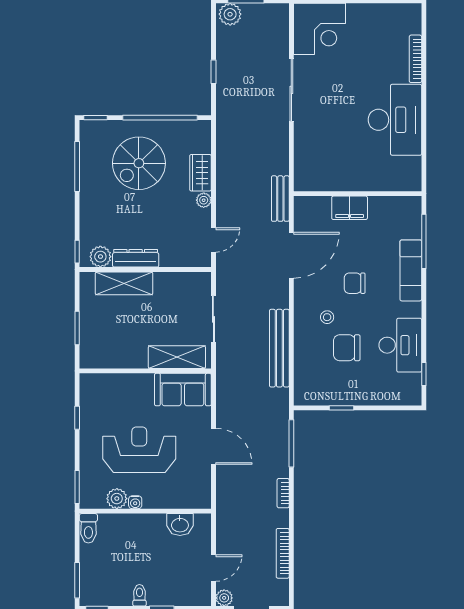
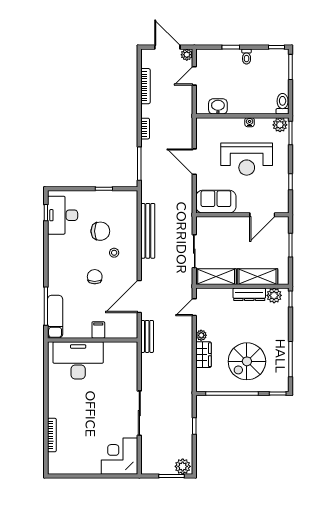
desk: (395, 120) -> (78, 360), moved, turned 90
spiral stairs: (139, 163) -> (247, 361), turned 180
filing cabinet: (350, 208) -> (98, 330), width x0.50
exam couch: (411, 270) -> (55, 317), moved
chair: (355, 283) -> (95, 277), turned -90
desk: (400, 345) -> (63, 215), moved
shelving: (177, 357) -> (216, 277), moved
door: (117, 371) -> (262, 215), added
plant: (117, 499) -> (280, 125), moved

